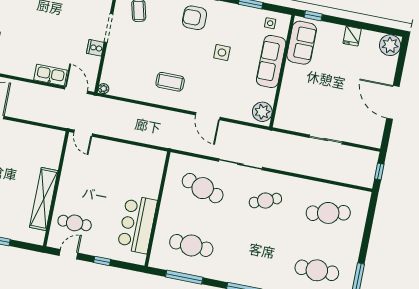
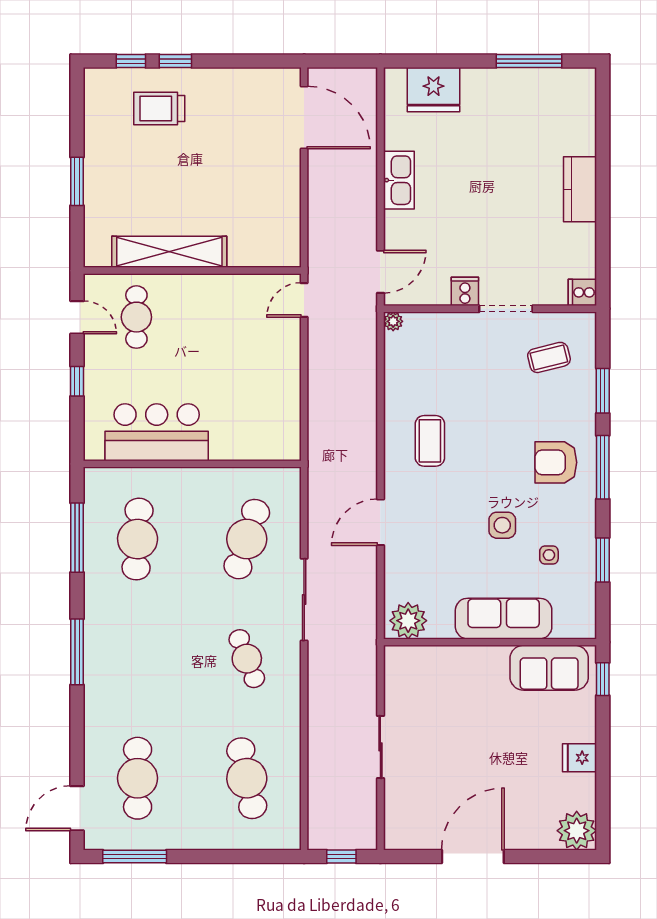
armchair: (195, 18) -> (556, 462), turned -90
side table: (270, 23) -> (549, 555), moved
kitchen sink: (50, 75) -> (399, 180), moved

